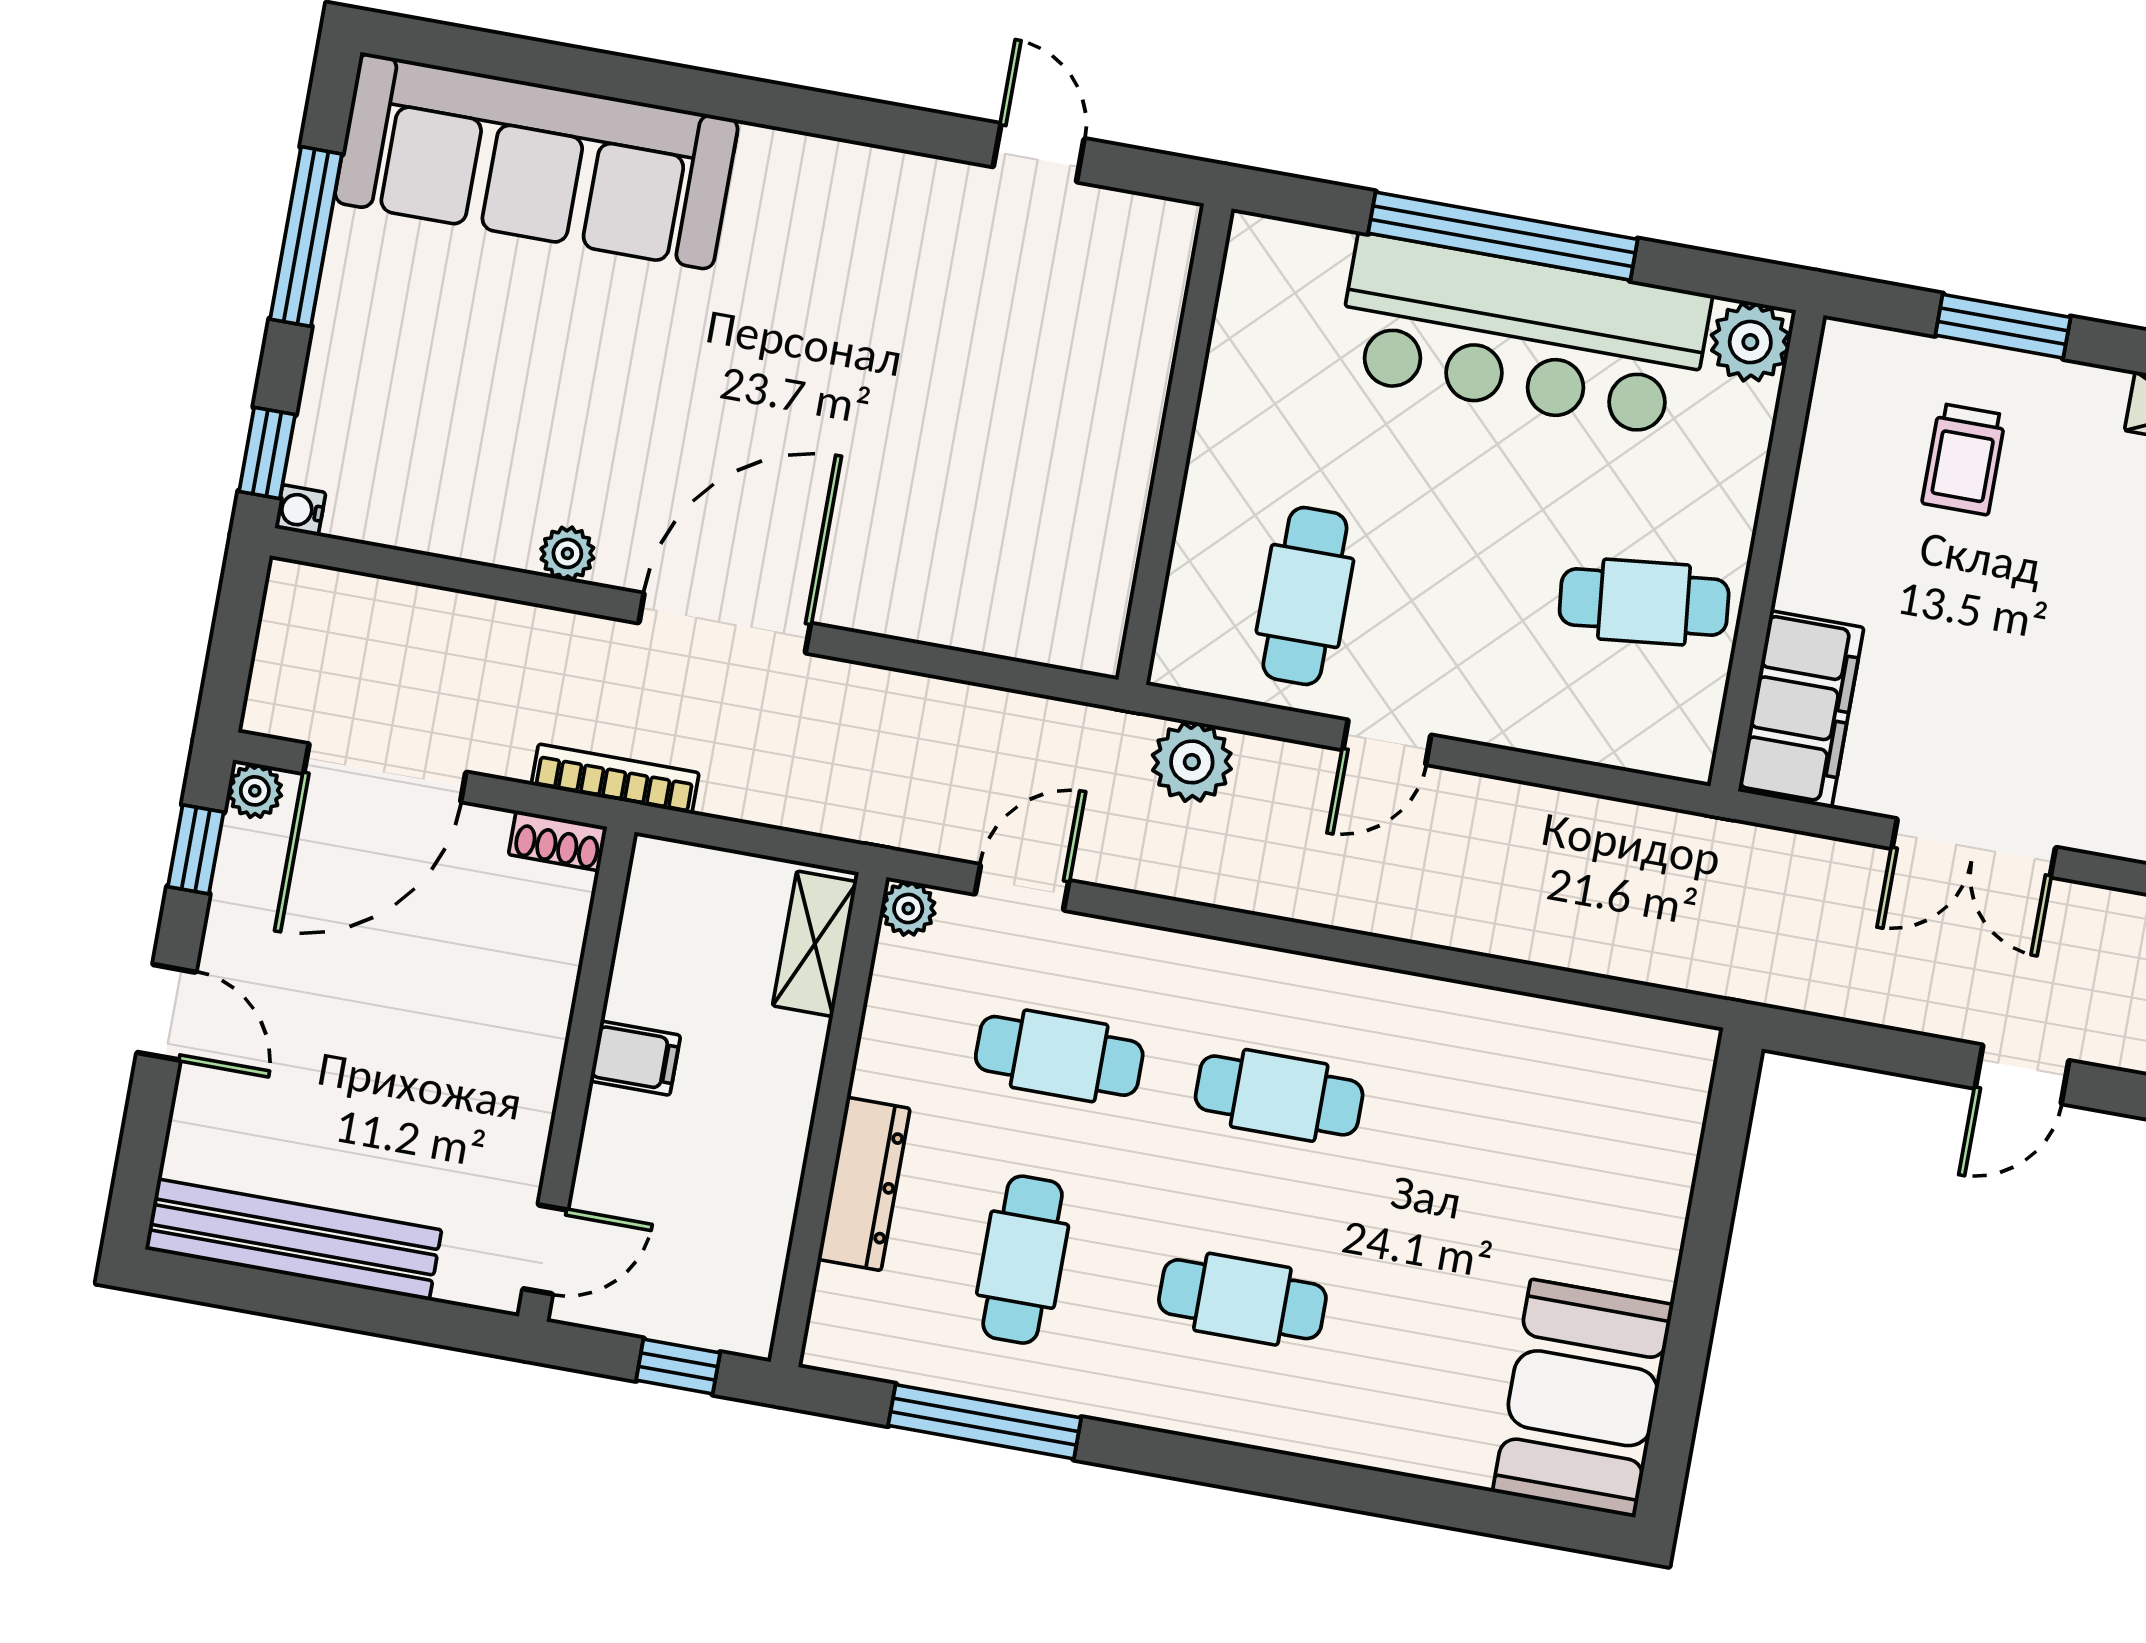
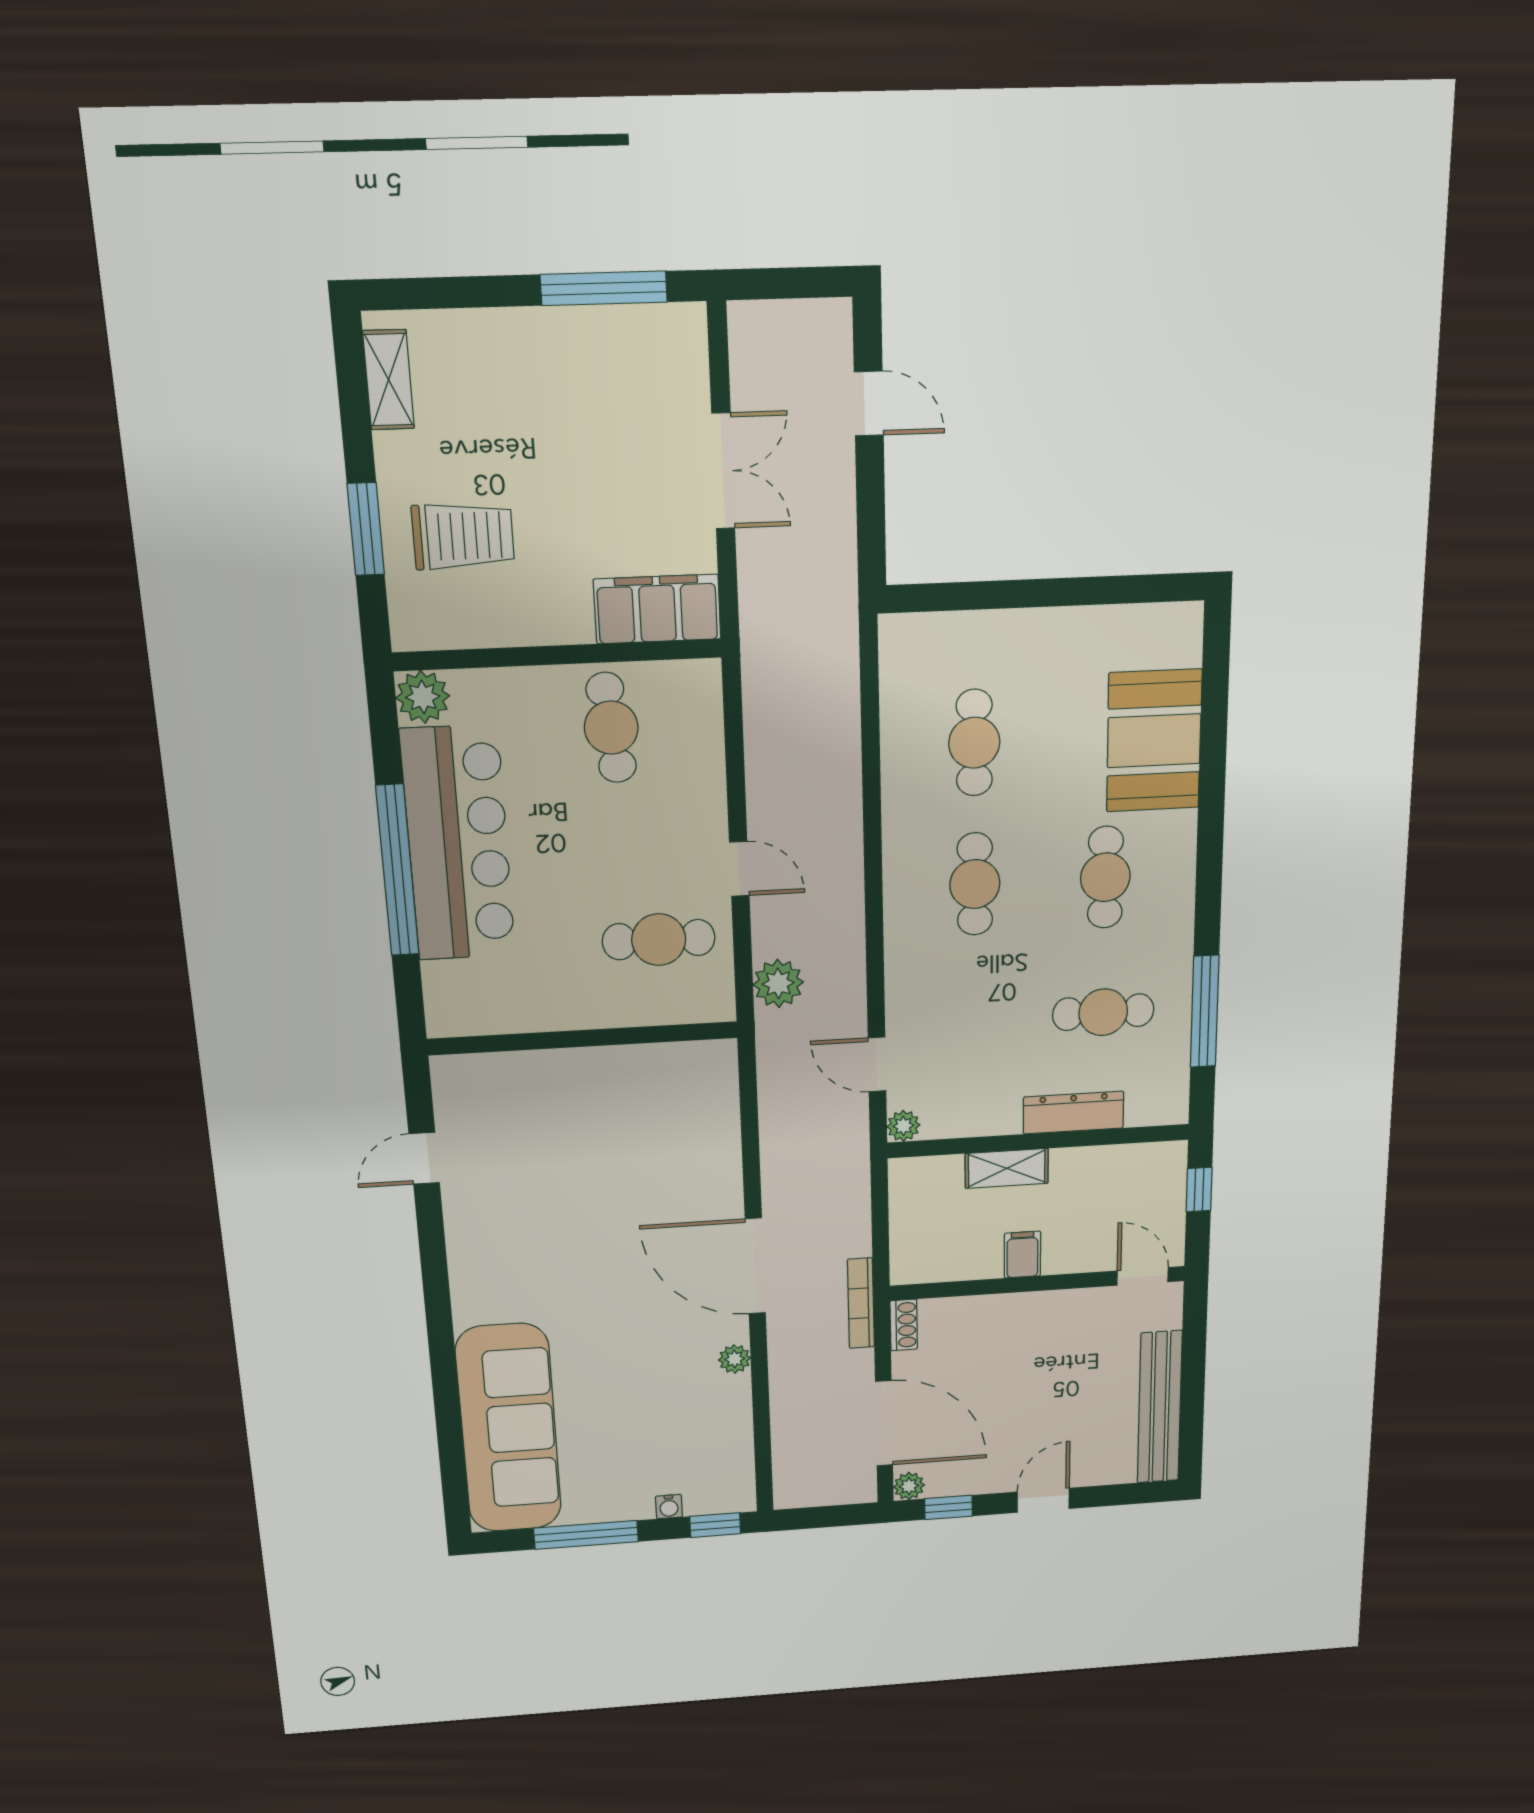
trolley: (1964, 459) -> (463, 536), width x1.36, depth x1.39
water cooler: (300, 510) -> (669, 1507), moved
shelving: (815, 944) -> (1007, 1168), moved
cafe table: (1059, 1056) -> (974, 743), moved
booth: (1583, 1398) -> (1154, 741), moved, turned 90

